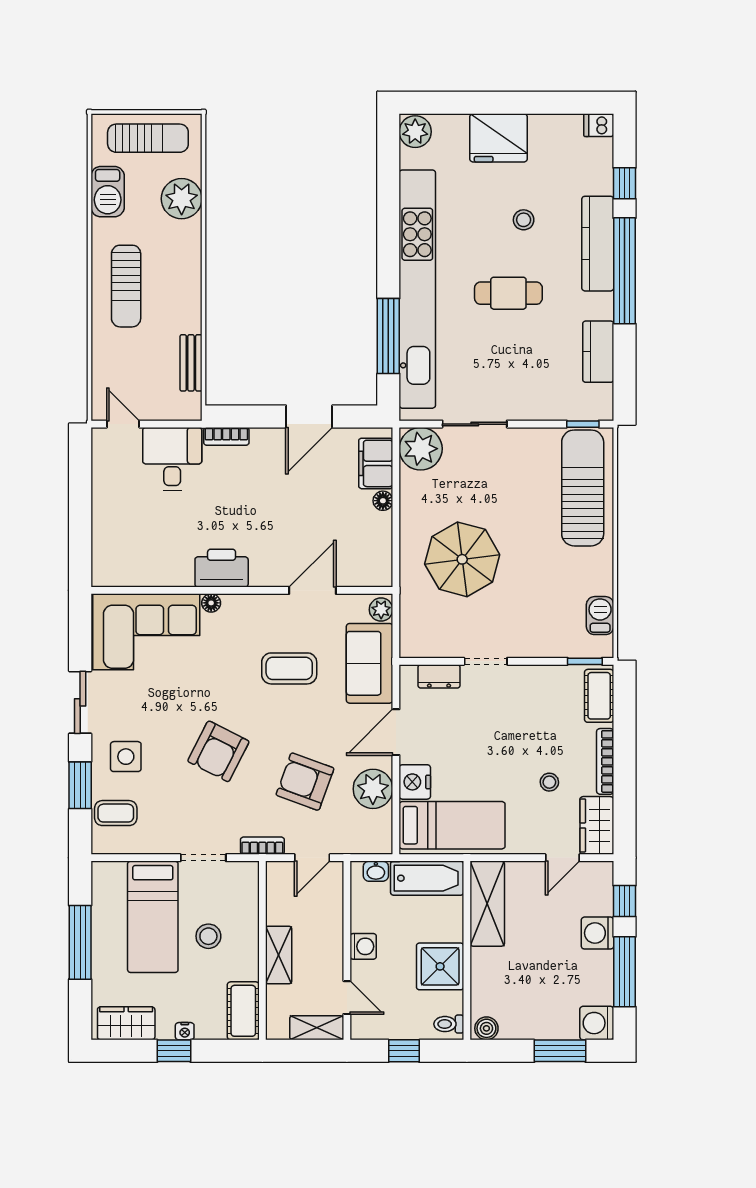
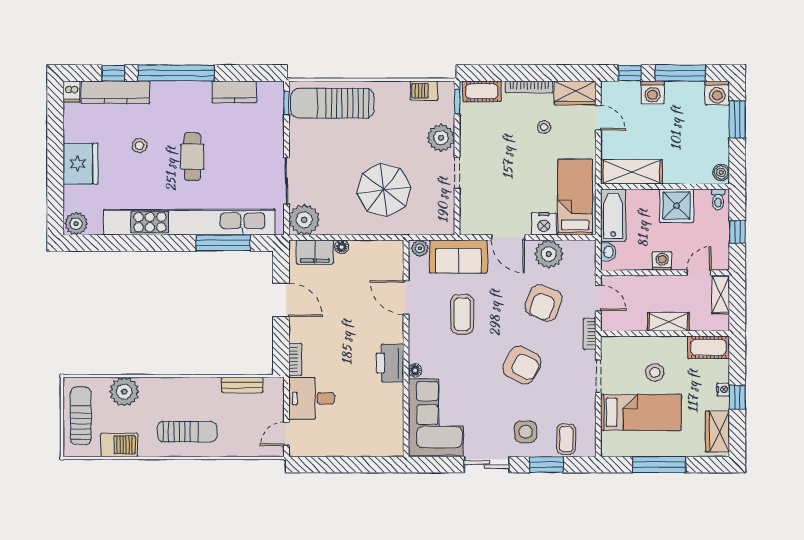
kitchen counter: (598, 244) -> (115, 92), moved
plant: (535, 639) -> (441, 138), added
dresser: (439, 676) -> (468, 207), removed

